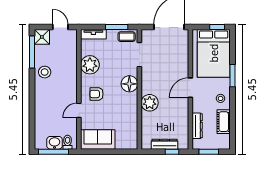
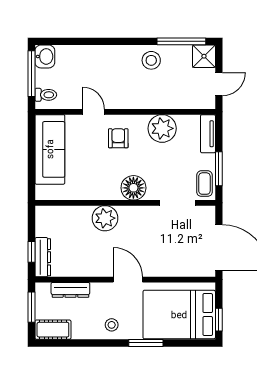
cot: (224, 122) -> (53, 330), moved
sofa: (98, 139) -> (50, 149), width x1.36
washbasin: (54, 143) -> (45, 56), moved
dresser: (165, 144) -> (43, 257), moved

